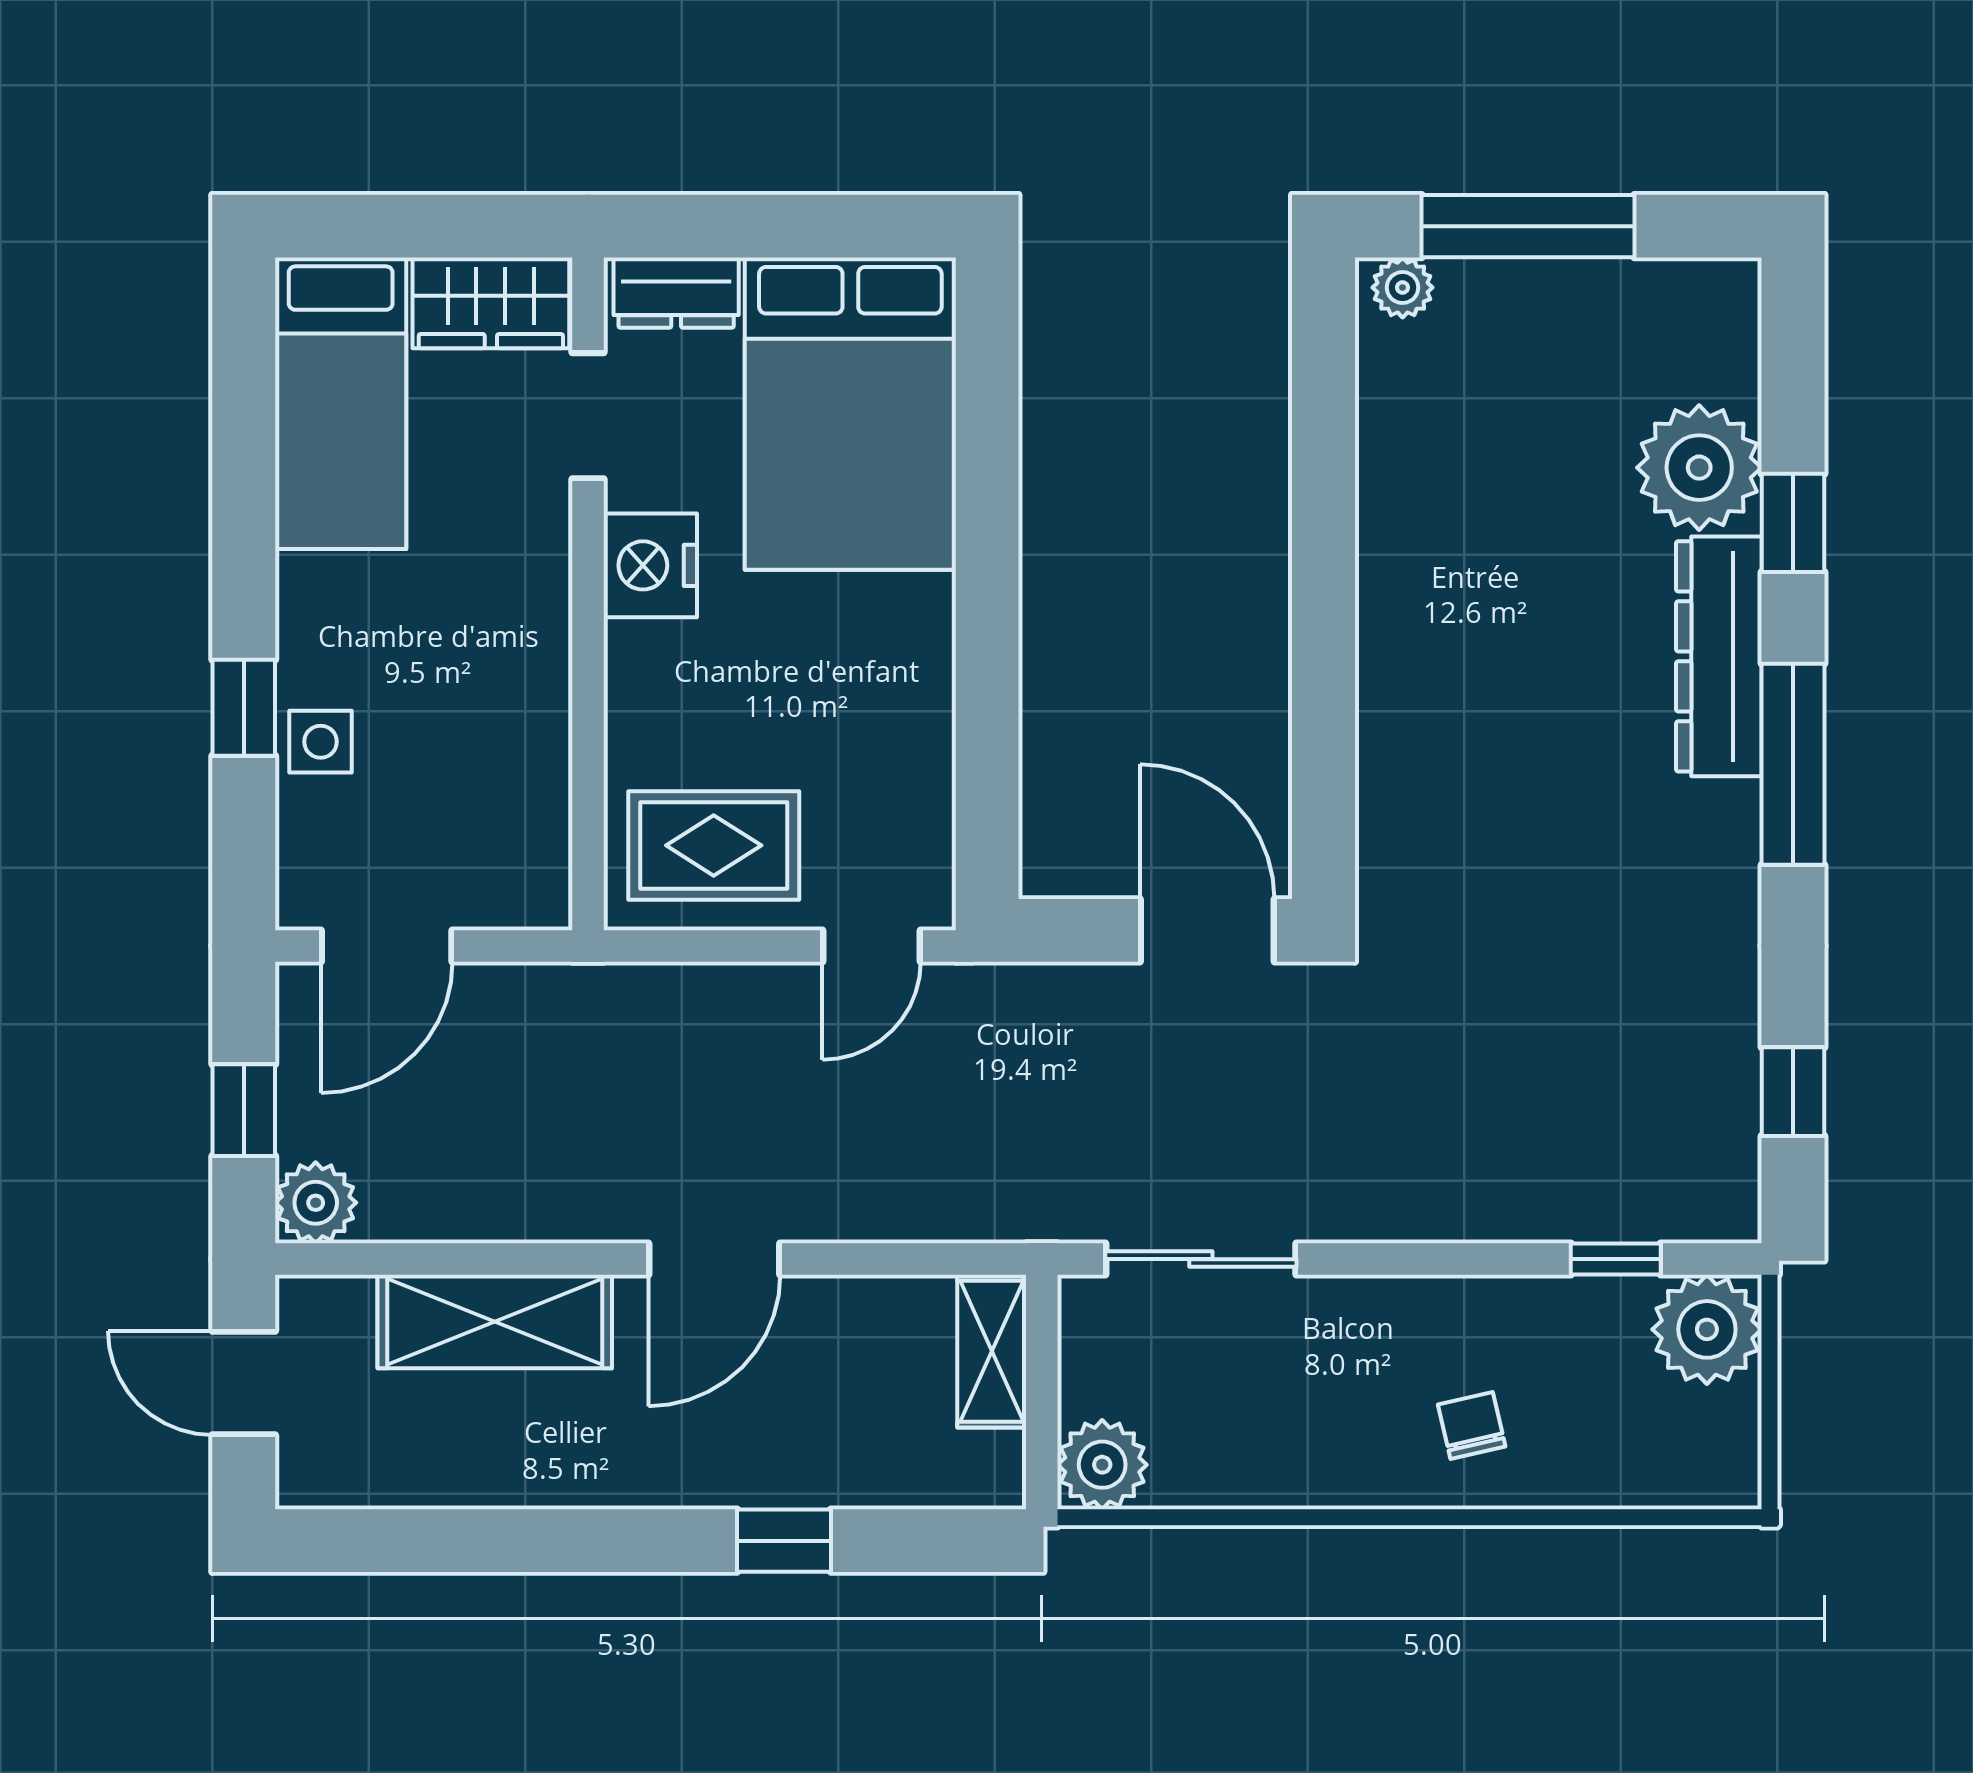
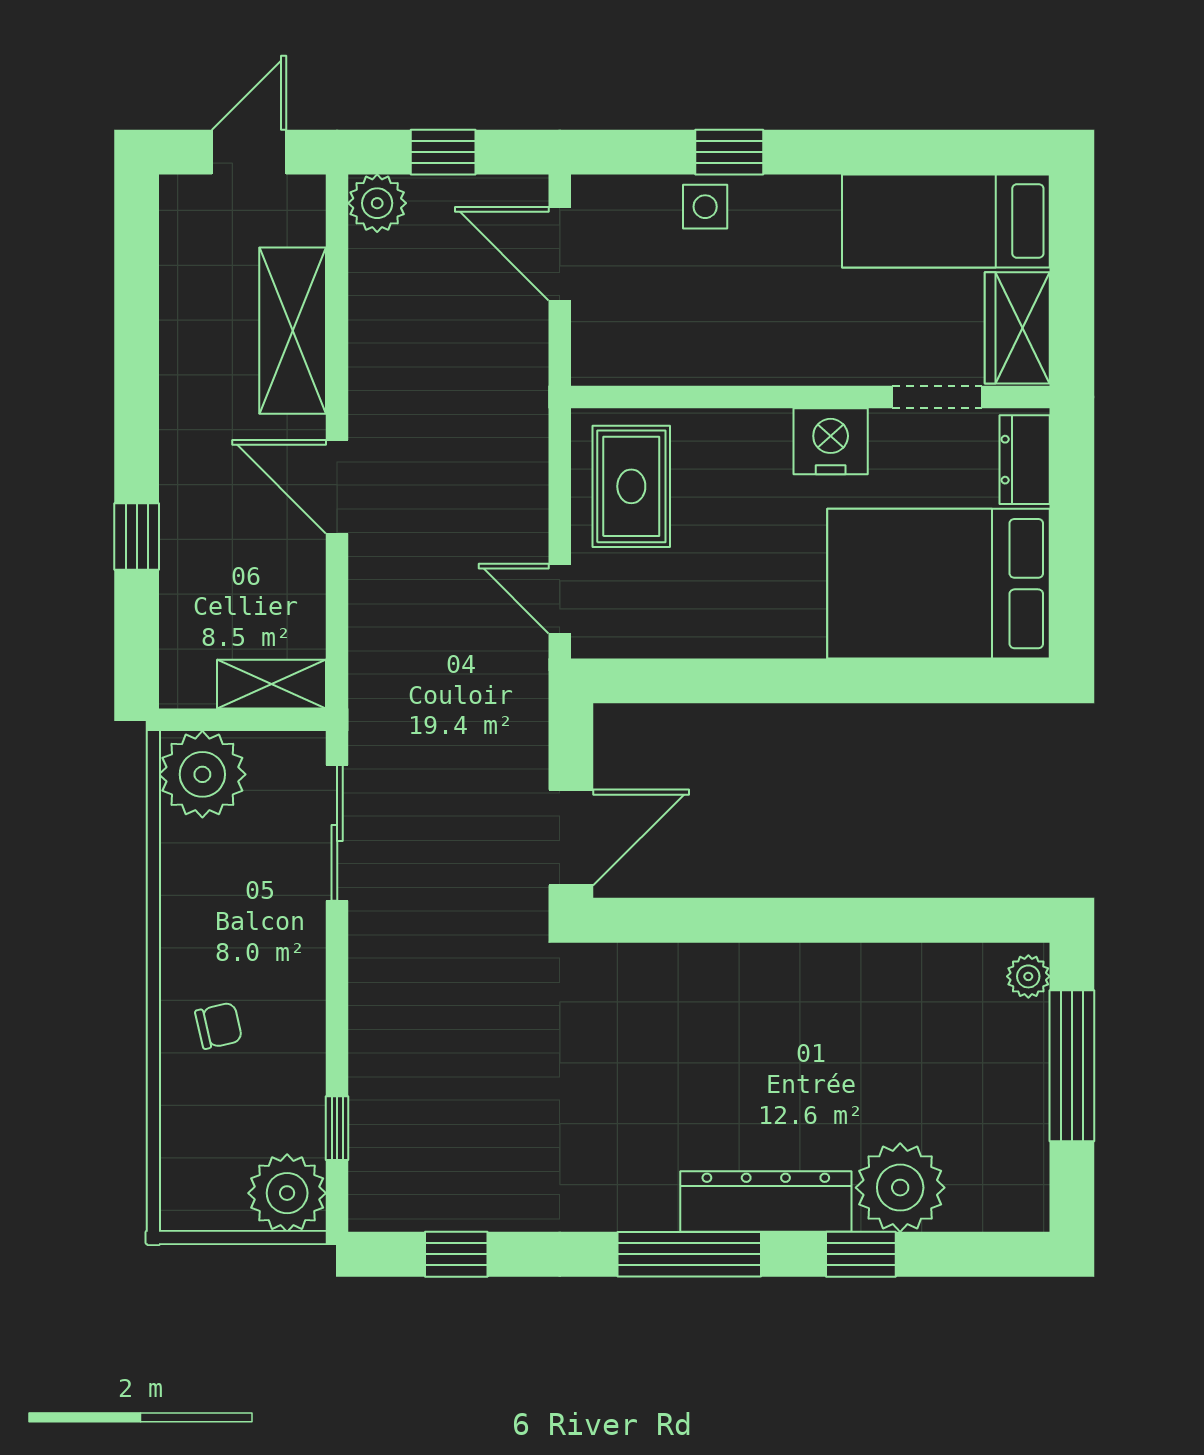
plant: (1102, 1465) -> (202, 774), width x1.36, depth x1.36

